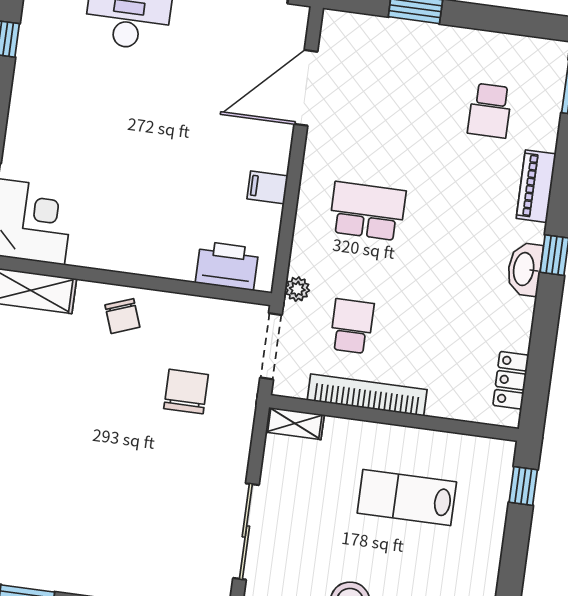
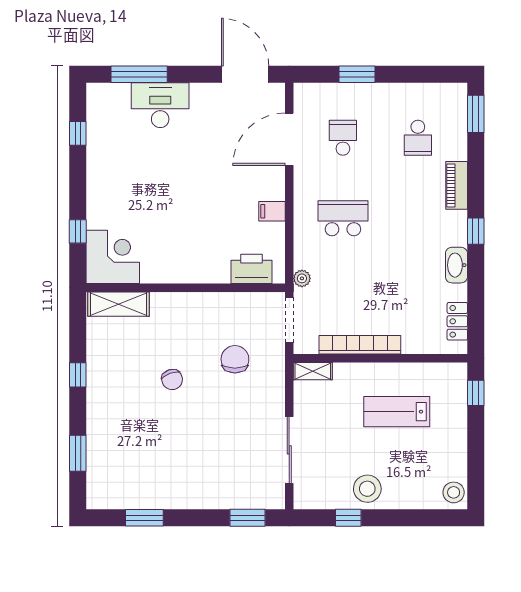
washbasin: (525, 269) -> (456, 265), moved
chair: (122, 316) -> (172, 379), moved
school desk: (352, 326) -> (343, 138), moved

